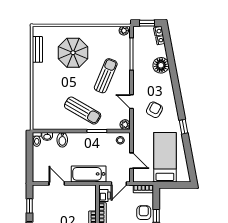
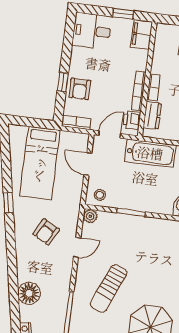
door: (131, 102) -> (77, 248), hinge flipped
sun lounger: (83, 111) -> (147, 244), removed
dresser: (91, 201) -> (152, 115), added

